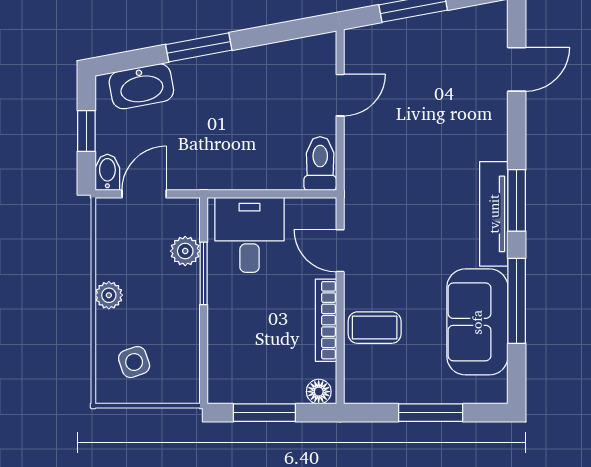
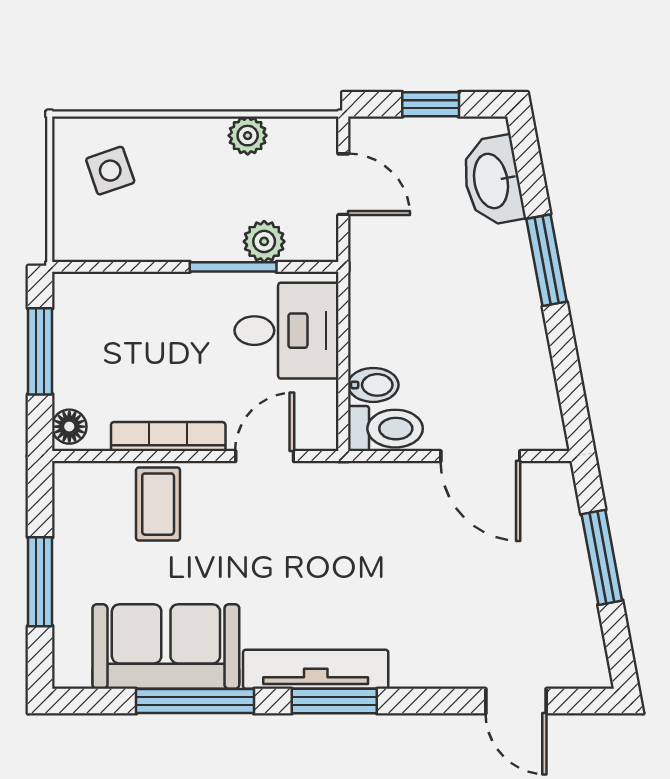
door: (340, 95) -> (480, 456), width x1.38
bidet: (107, 172) -> (373, 385), moved
plant: (109, 295) -> (248, 136), moved

